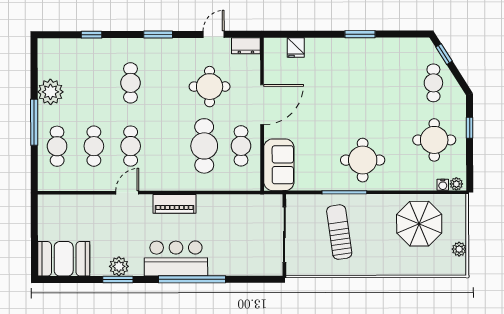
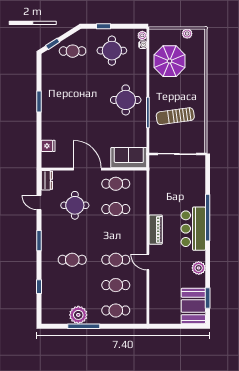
window: (34, 122) -> (84, 326), moved
cafe table: (204, 146) -> (116, 209), width x0.73, depth x0.74
window: (118, 279) -> (208, 298), moved

